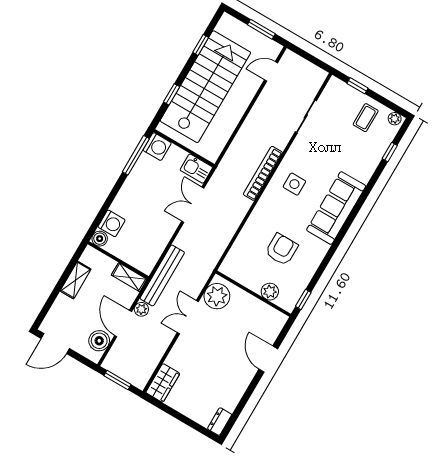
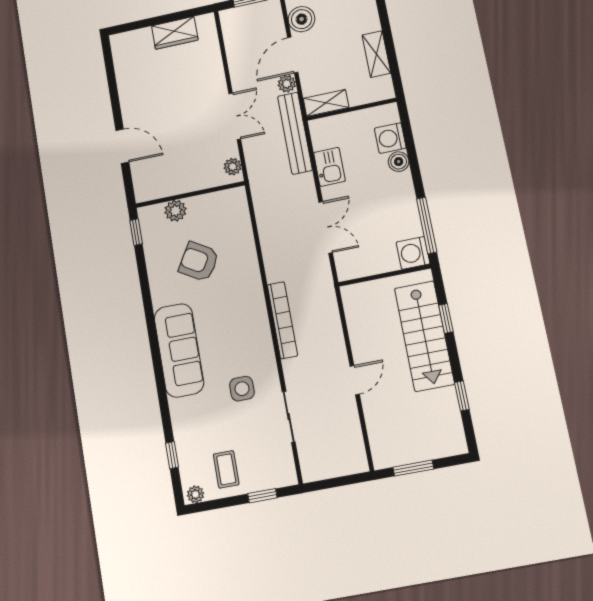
door: (271, 71) -> (355, 380), moved
stairs: (205, 87) -> (424, 336), width x0.73, depth x0.66
kitchen sink: (196, 169) -> (329, 167), moved, turned 90
side table: (294, 184) -> (242, 389), moved
boiler: (100, 239) -> (399, 162), moved
armchair: (282, 249) -> (199, 262), turned 121
plant: (217, 296) -> (233, 167), width x0.53, depth x0.53
door: (123, 324) -> (293, 55), swing flipped
wardrobe: (163, 383) -> (175, 33), moved, turned -90
dresser: (220, 422) -> (120, 48), removed

